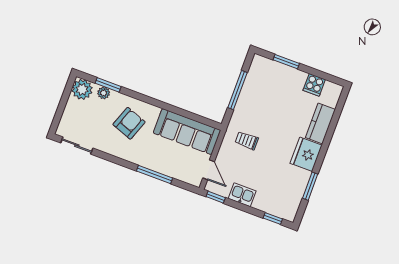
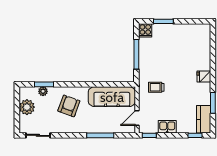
cooker: (314, 85) -> (145, 30), moved
plant: (82, 89) -> (27, 107), moved
kitchen counter: (320, 124) -> (204, 119), moved
fridge: (306, 154) -> (204, 76), width x0.53, depth x0.75
door: (209, 170) -> (137, 118), swing flipped

